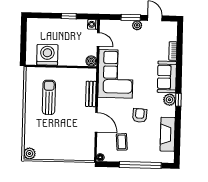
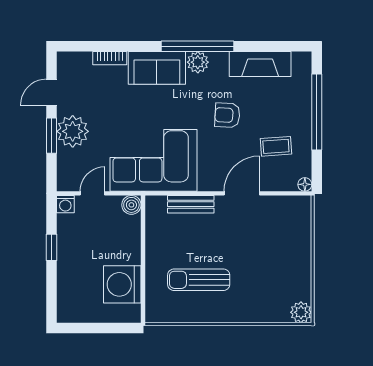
plant: (137, 25) -> (73, 131), width x1.87, depth x1.87
window: (178, 100) -> (198, 46), width x3.17

